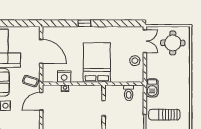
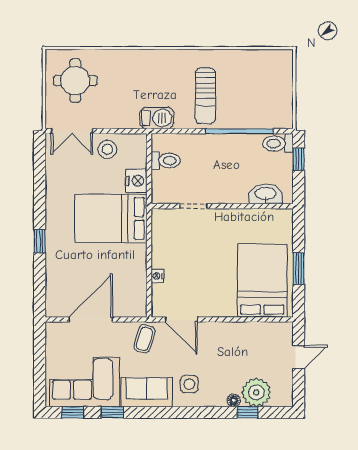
double door: (145, 41) -> (72, 131), swing flipped
nightstand: (64, 77) -> (136, 181), moved

